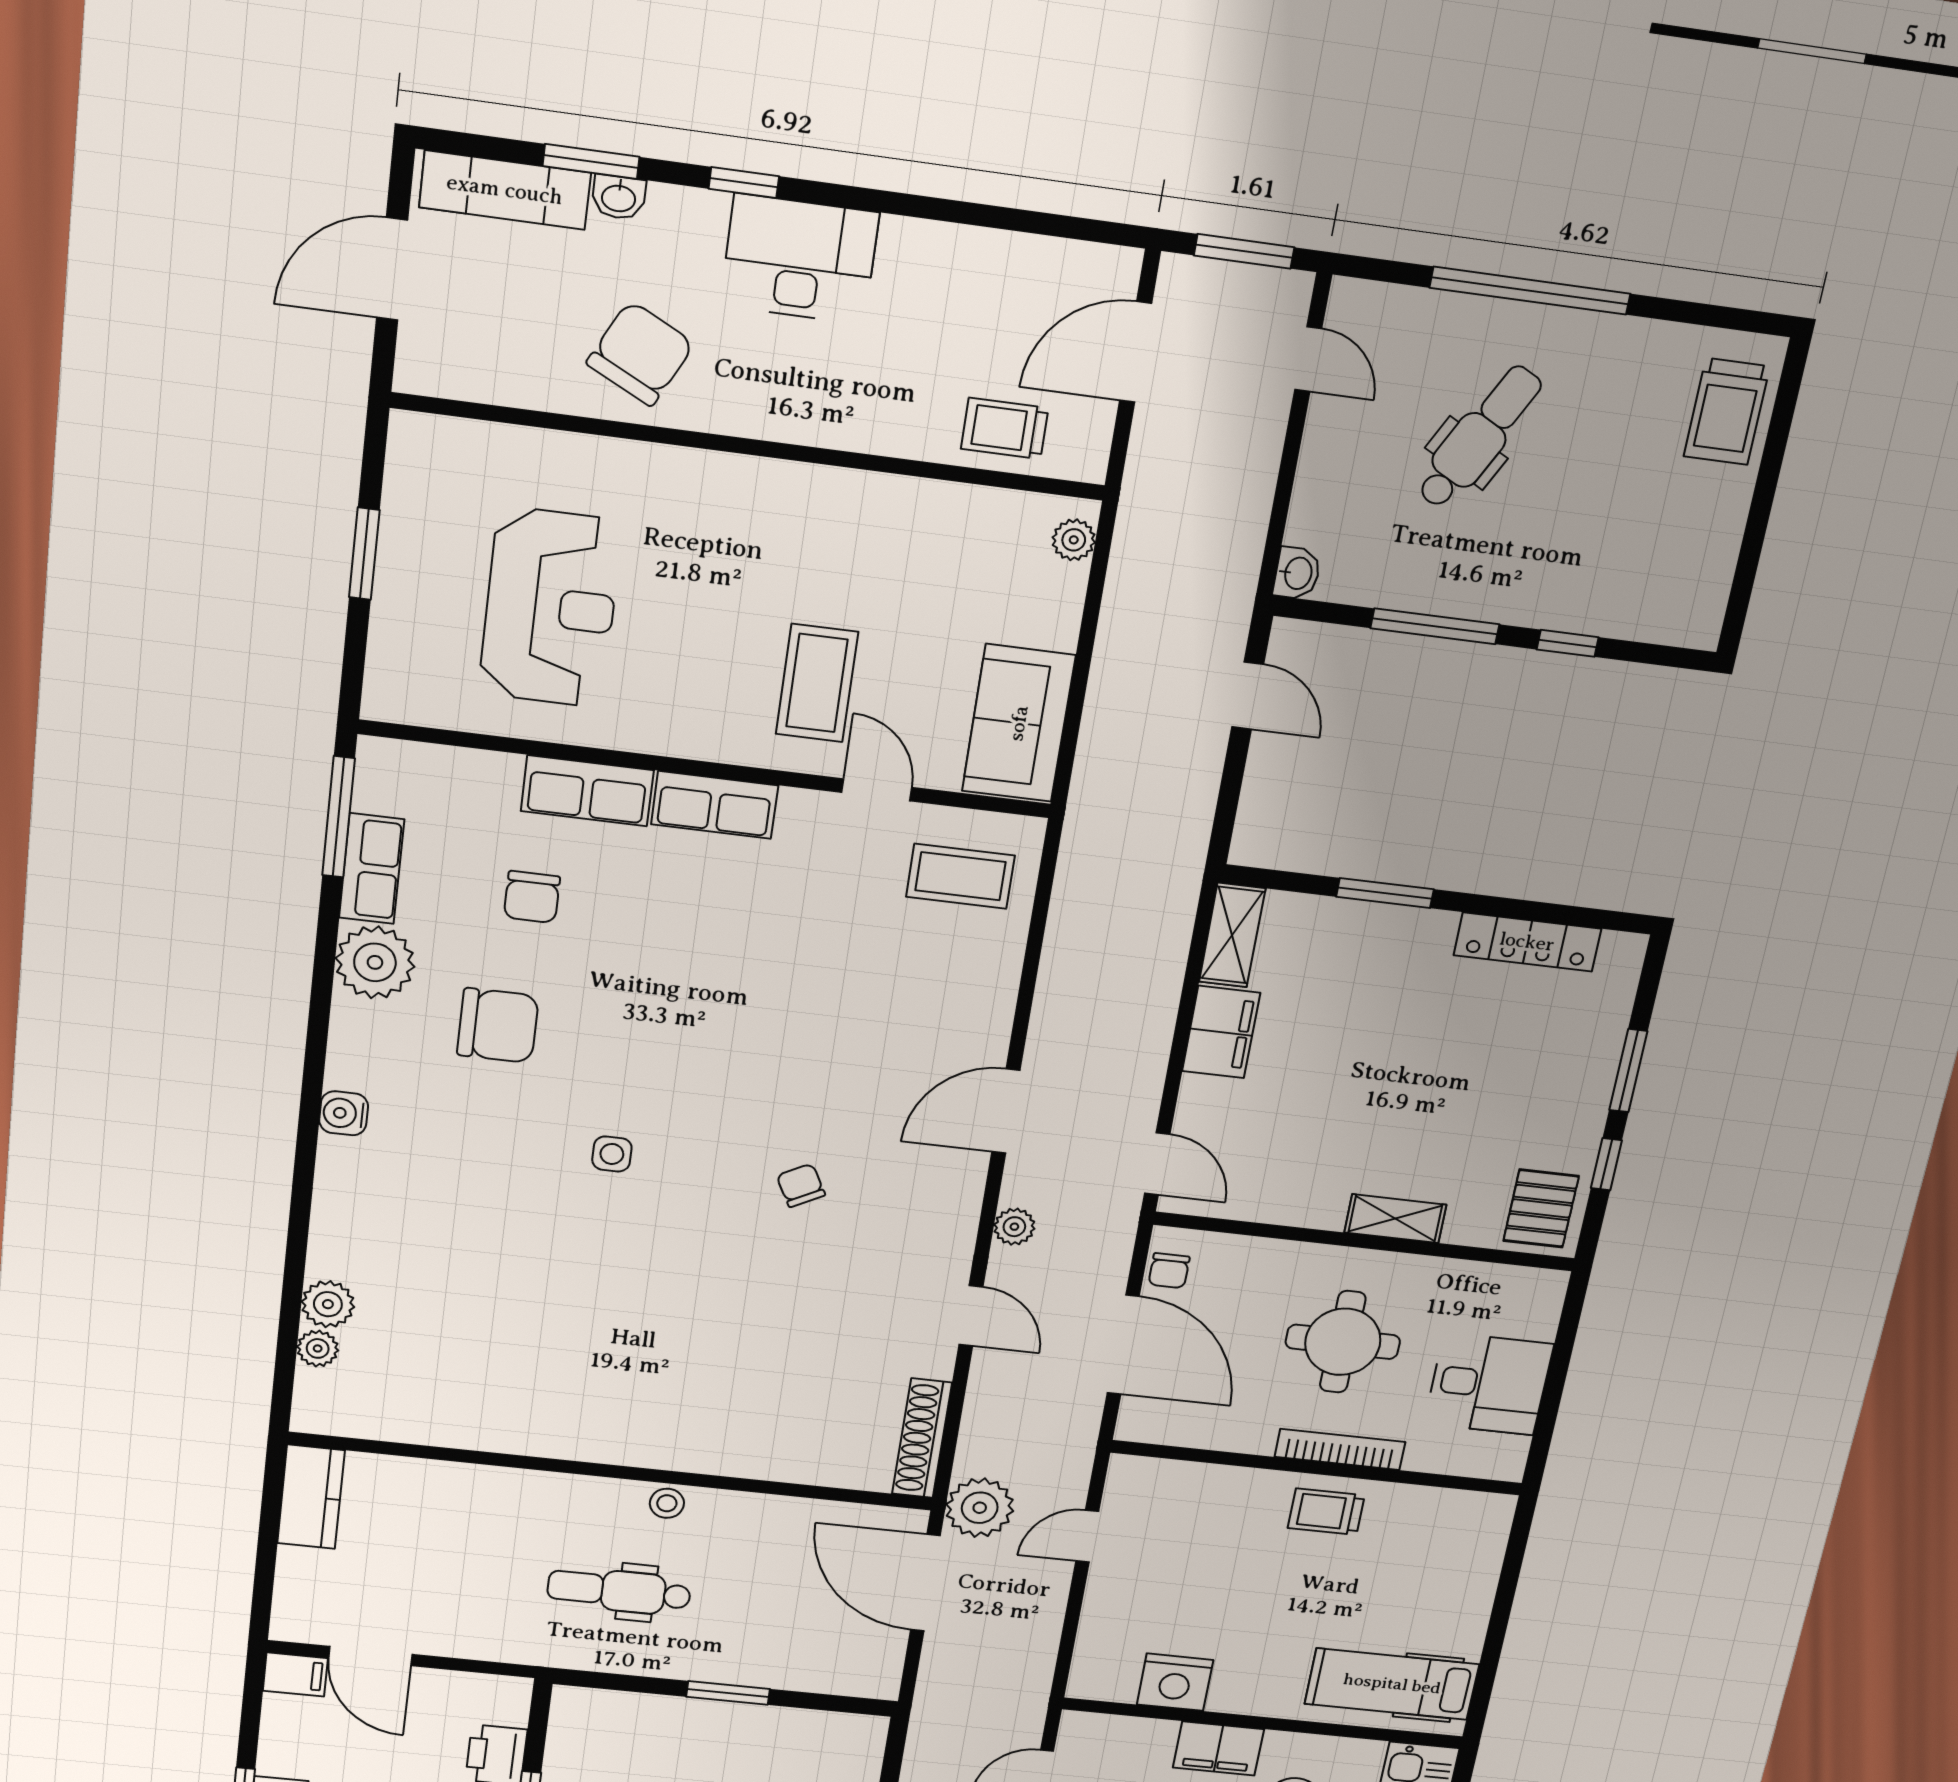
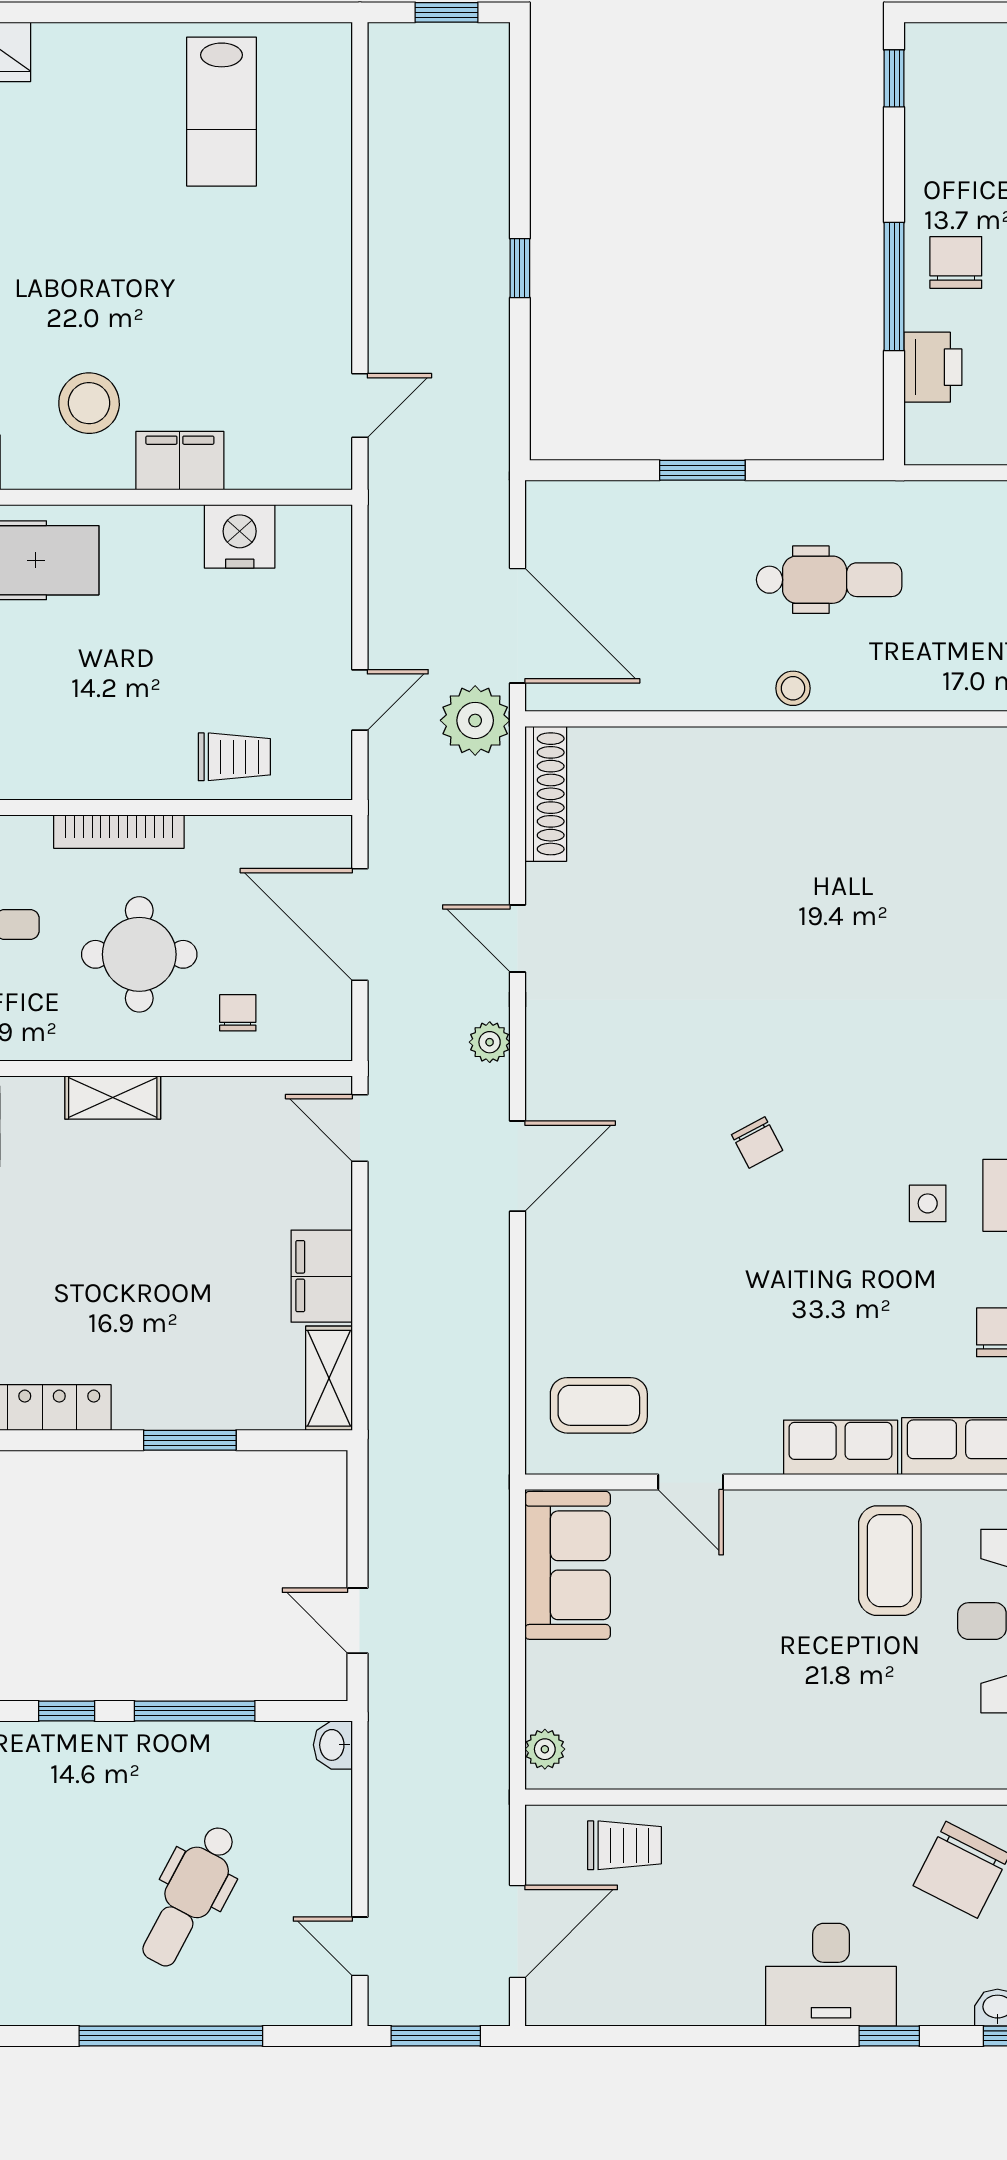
coffee table: (817, 683) -> (890, 1561), moved
side table: (612, 1154) -> (928, 1203), moved
chair: (801, 1185) -> (757, 1142), moved
chair: (1169, 1271) -> (238, 1013), moved
trolley: (1326, 1512) -> (234, 757), moved

